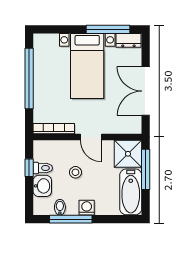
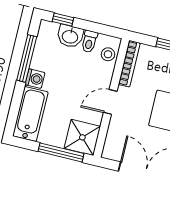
window: (29, 168) -> (63, 20), moved
stool: (75, 172) -> (108, 54), moved
bathtub: (131, 192) -> (30, 114), moved, turned 90
bidet: (60, 207) -> (42, 50), removed

